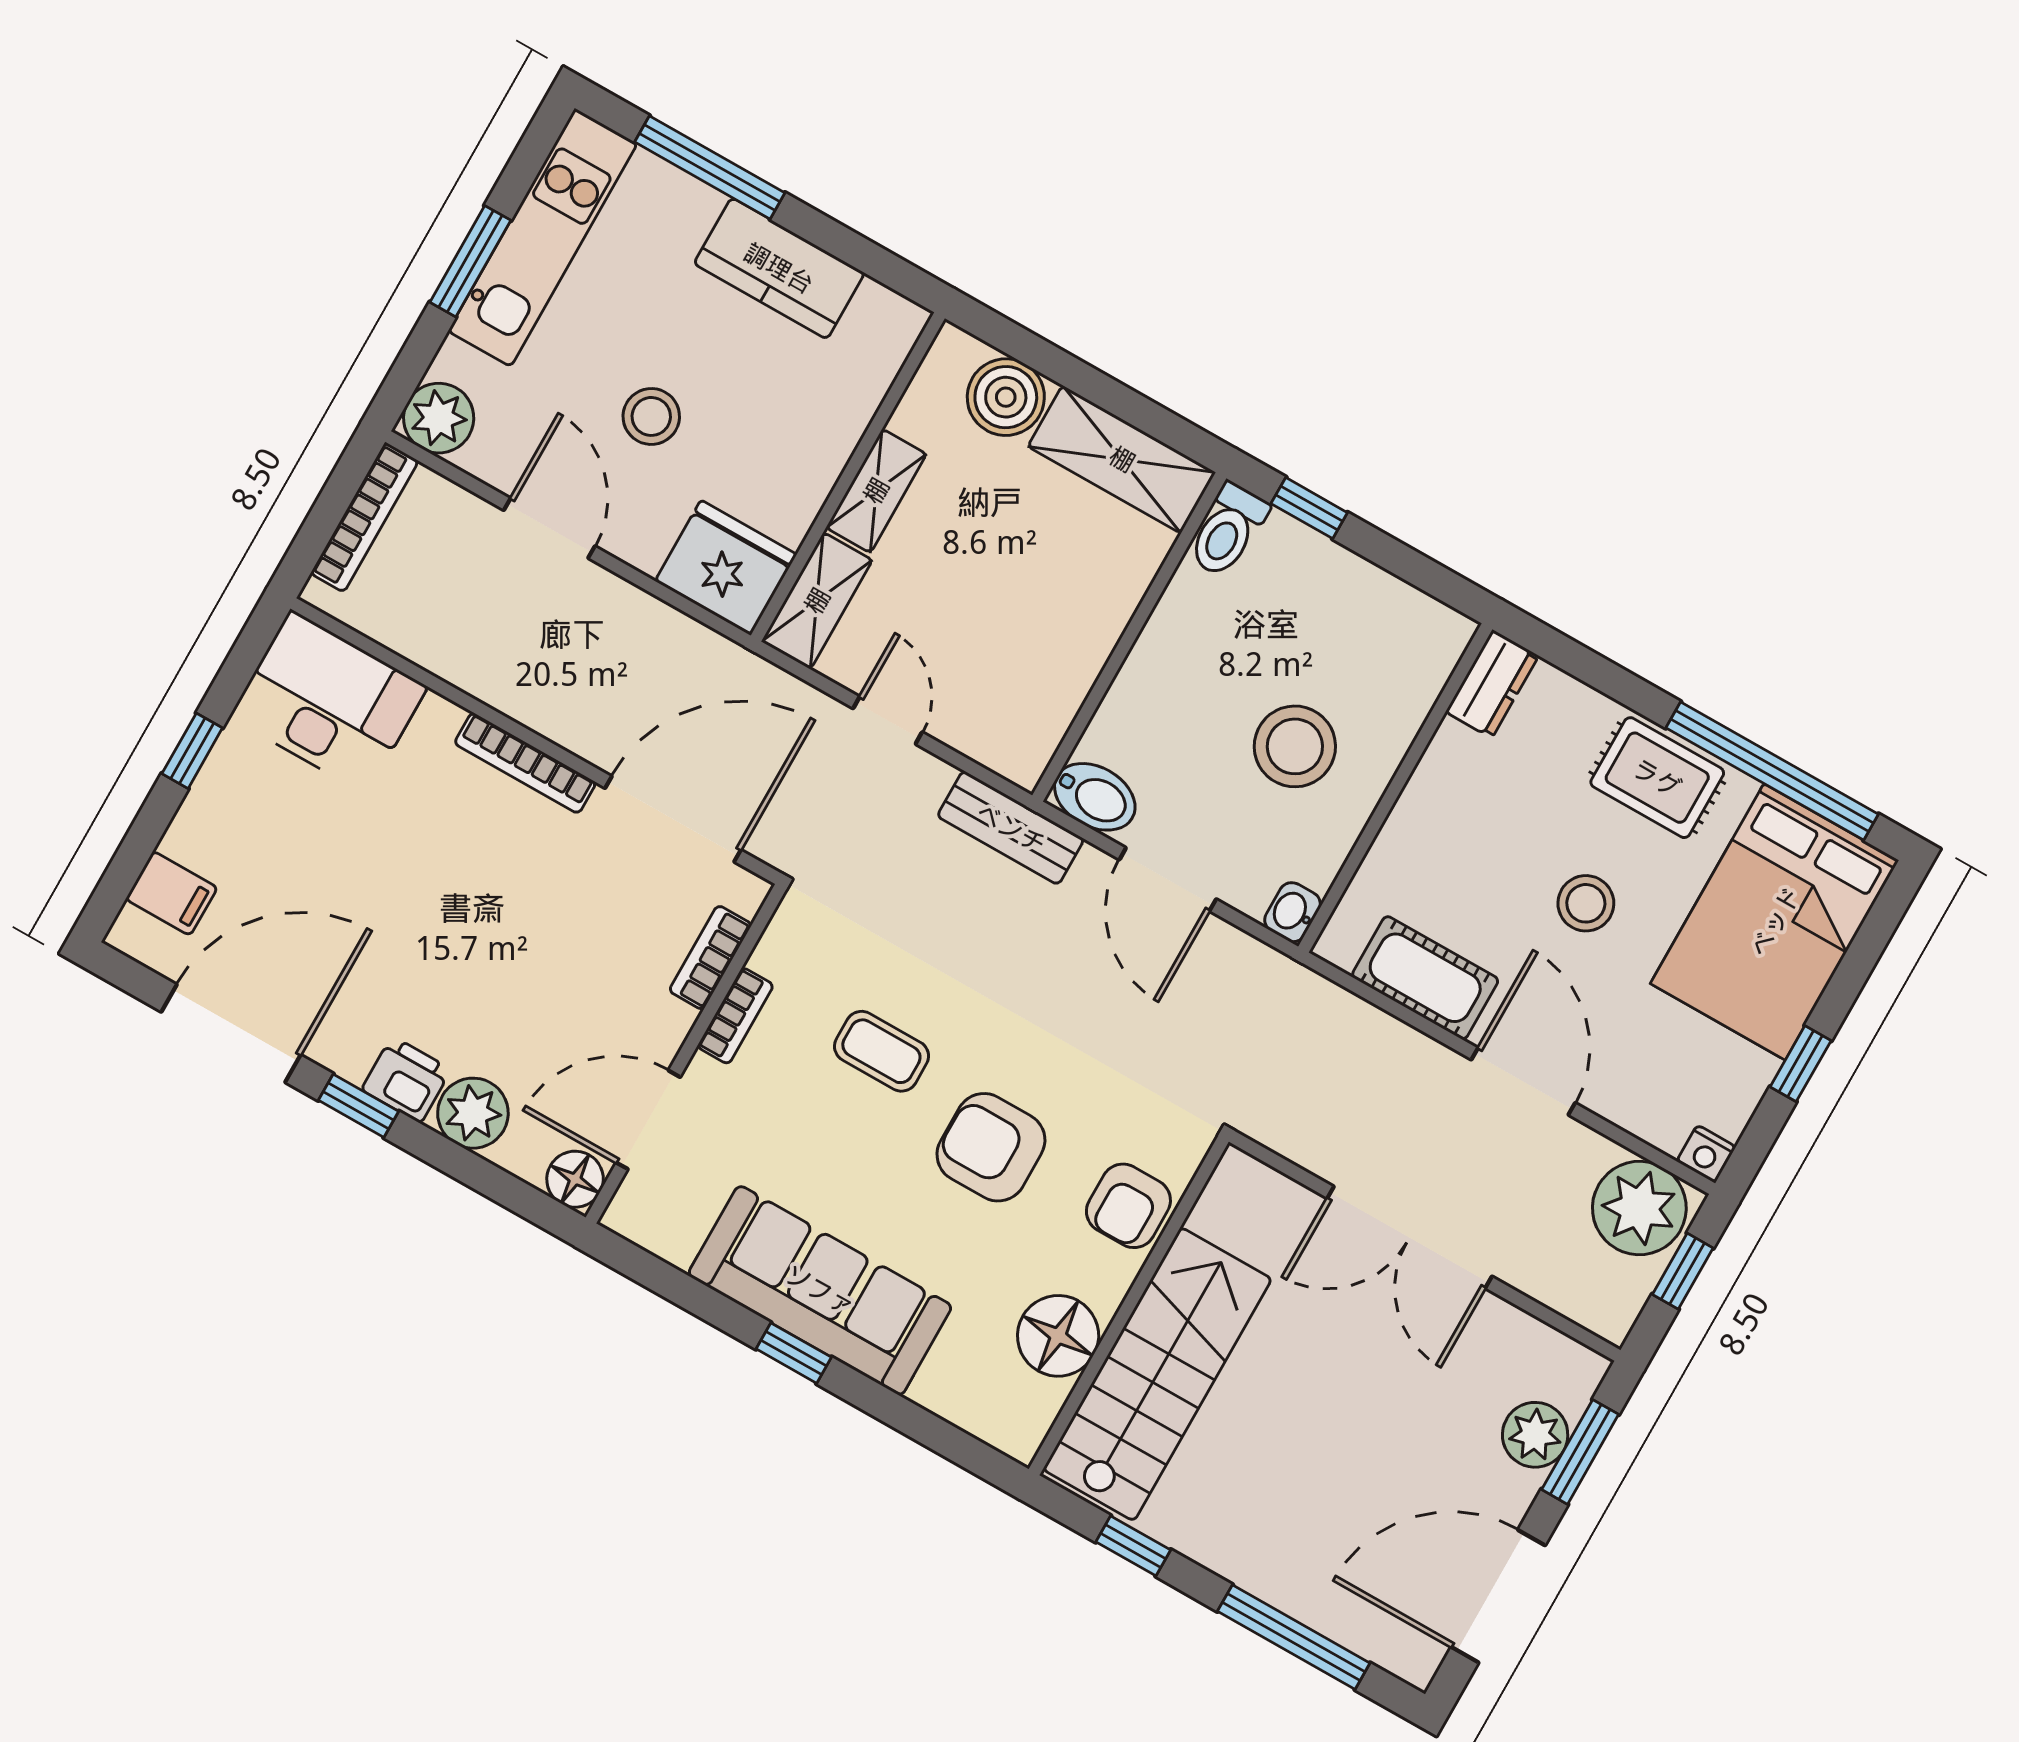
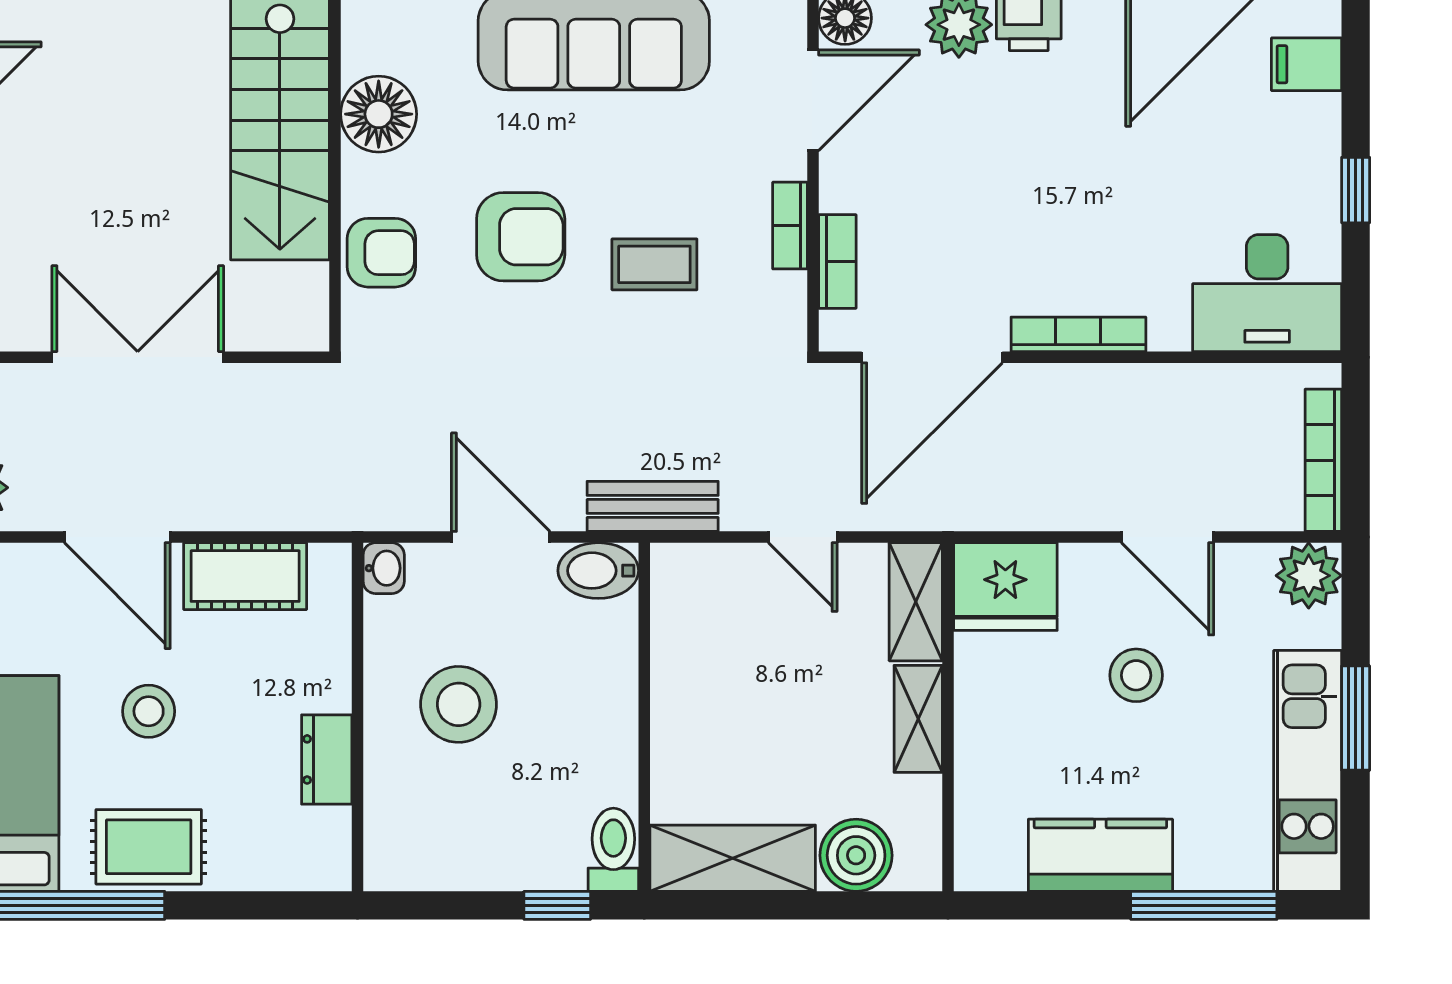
dresser: (1492, 684) -> (327, 759), moved
armchair: (1128, 1206) -> (381, 253), turned 90

